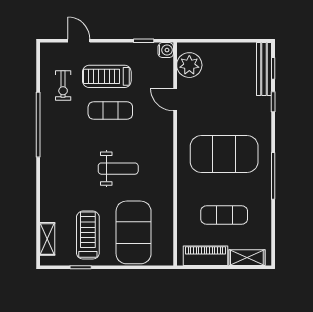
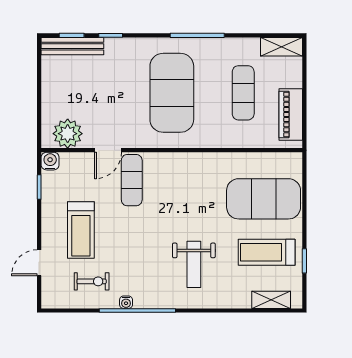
exercise mat: (110, 111) -> (132, 180), moved
water cooler: (45, 115) -> (126, 302), added
weight bench: (118, 169) -> (194, 264), moved, turned 180
shelving: (247, 258) -> (281, 47), moved, turned 90

